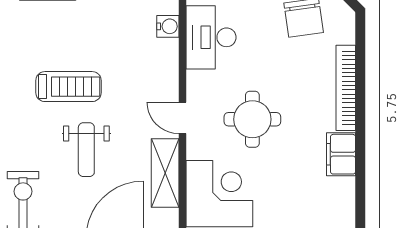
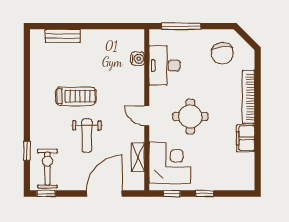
shelving: (165, 173) -> (138, 157), width x0.67, depth x0.75

